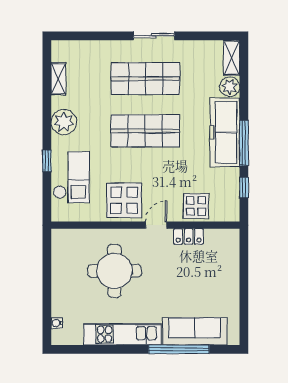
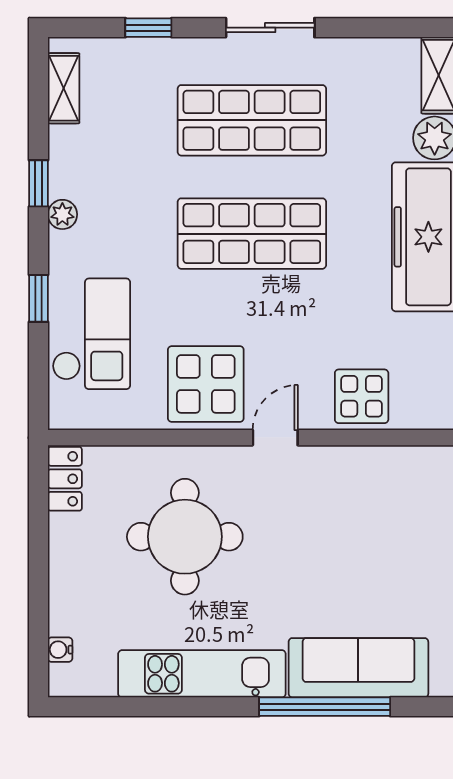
window: (98, 36) -> (148, 28), added
shelving: (58, 79) -> (64, 88), moved
window: (47, 108) -> (38, 183), added
plant: (64, 122) -> (62, 214), width x0.53, depth x0.53
locker: (188, 236) -> (65, 479), moved, turned -90

